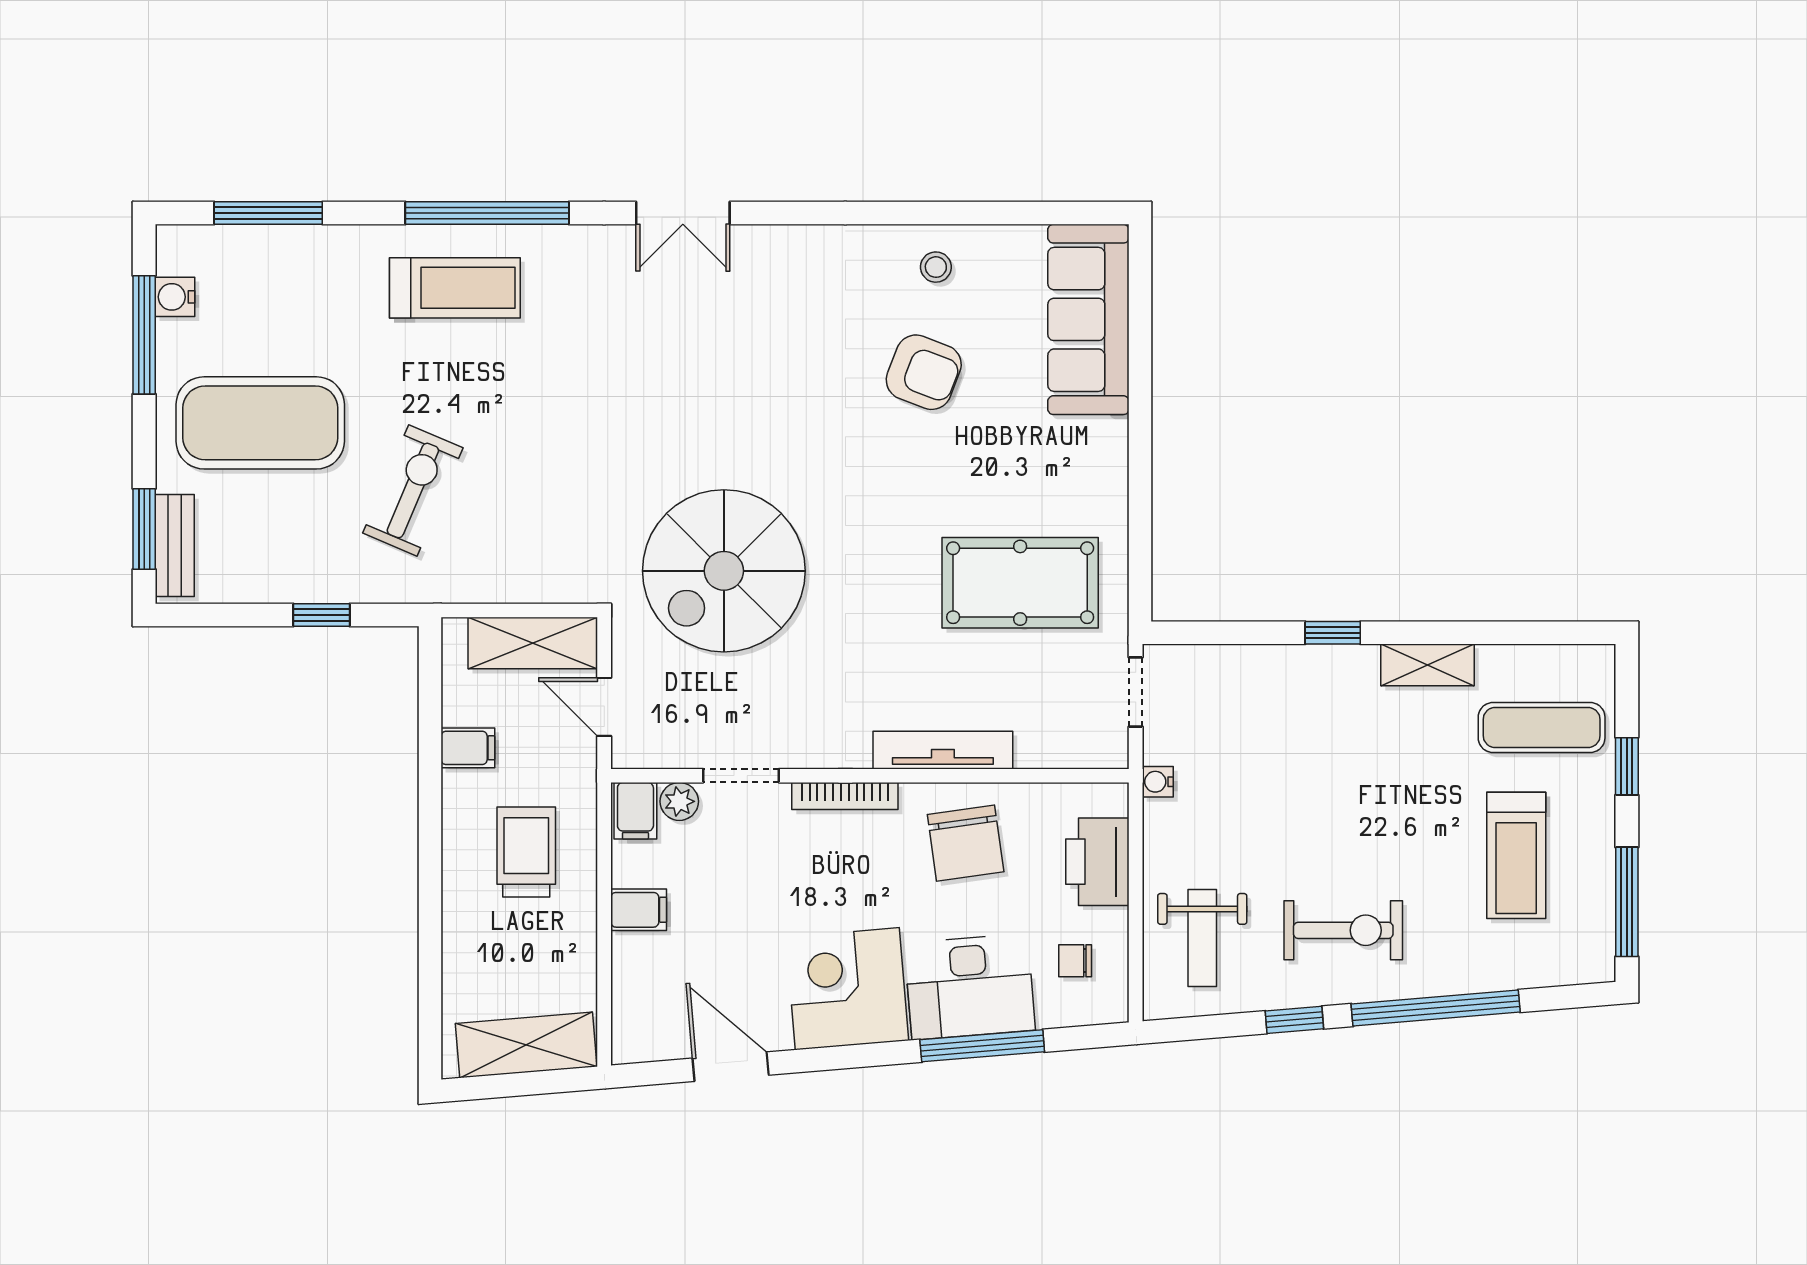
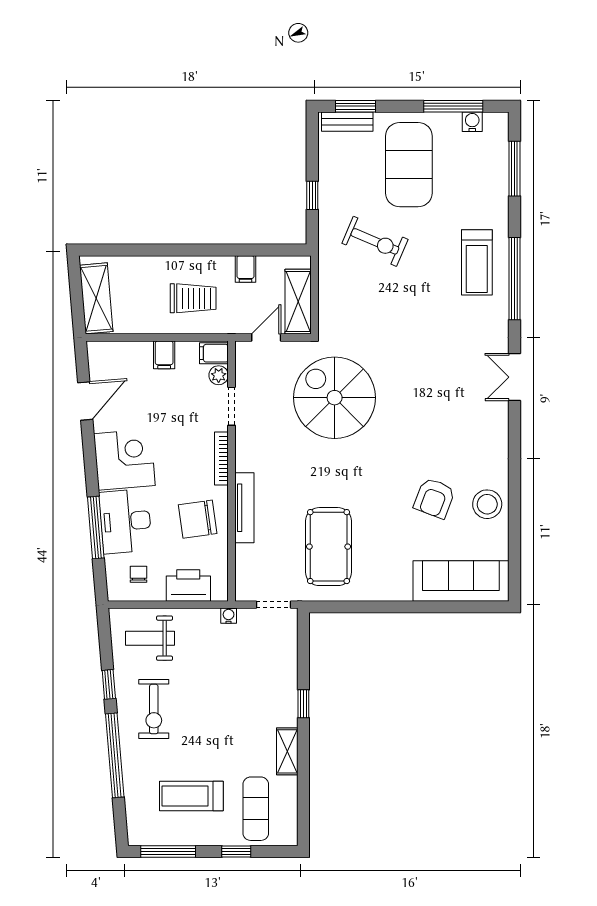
stool: (936, 267) -> (487, 504), width x1.89, depth x1.89

